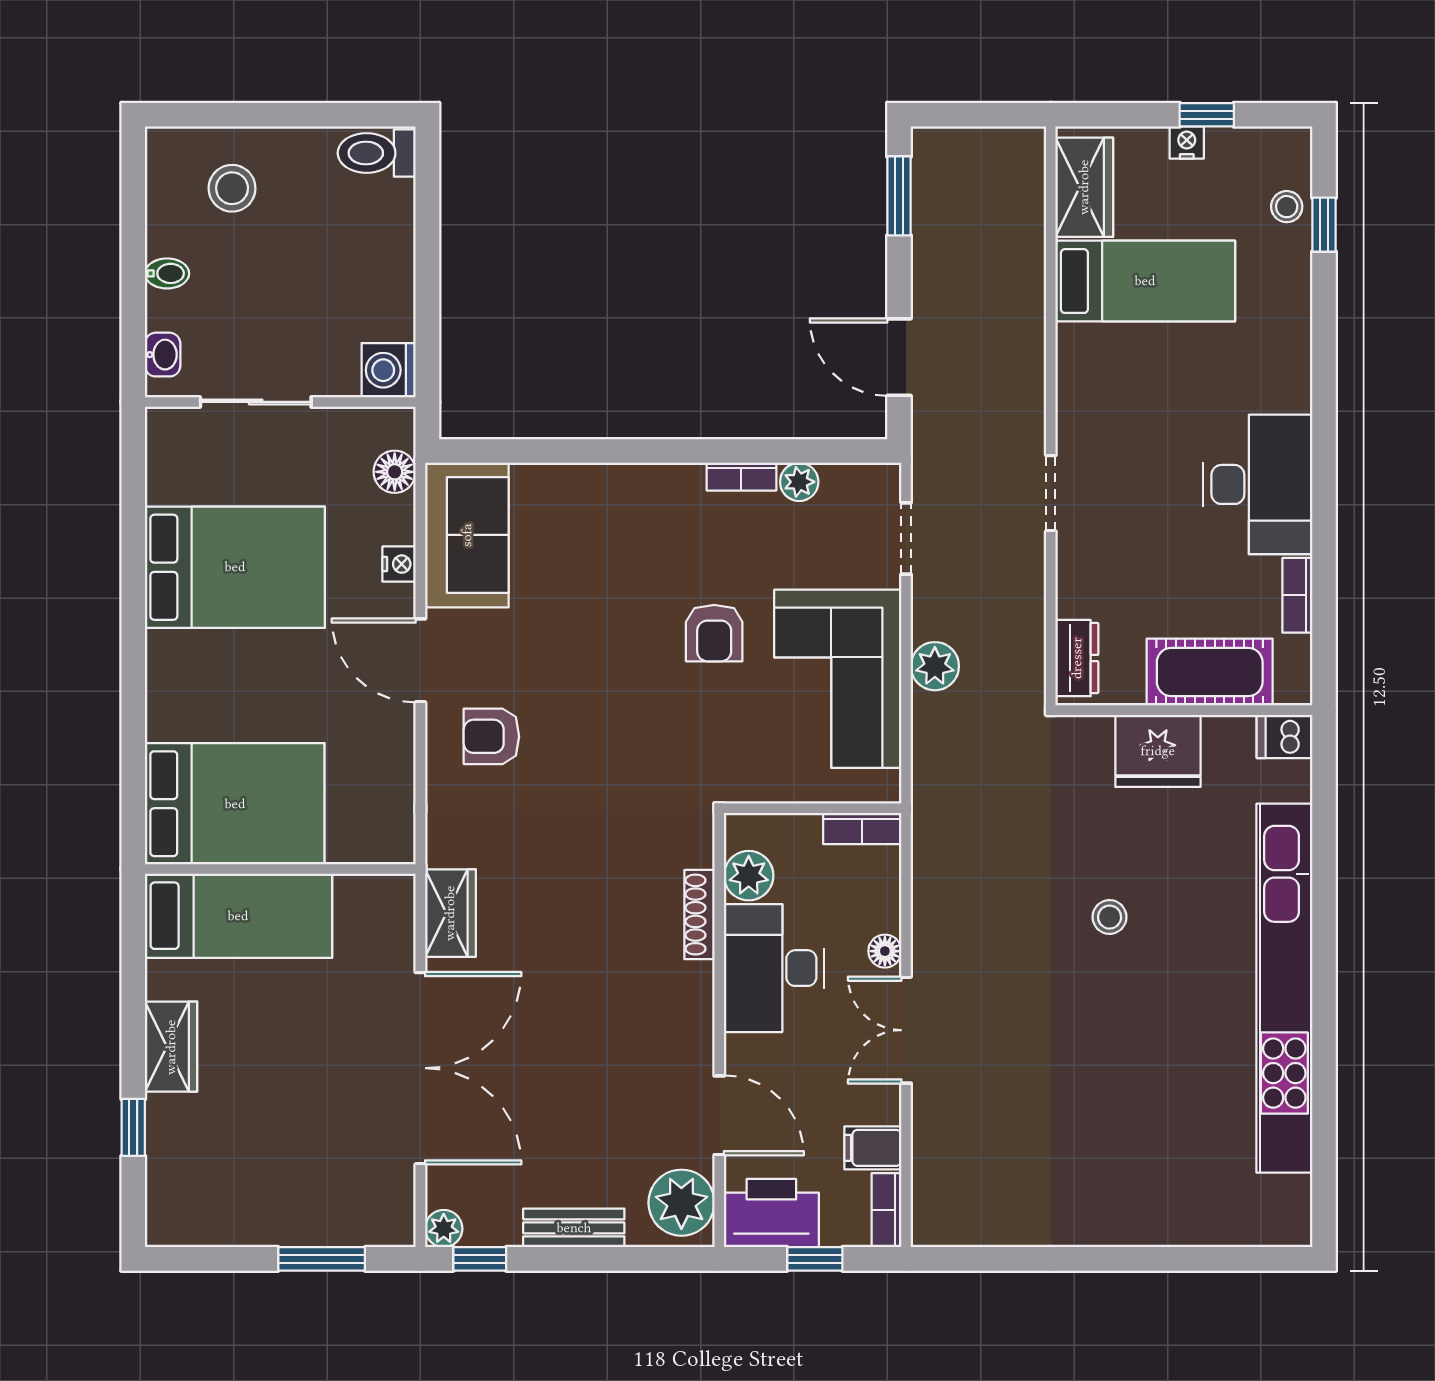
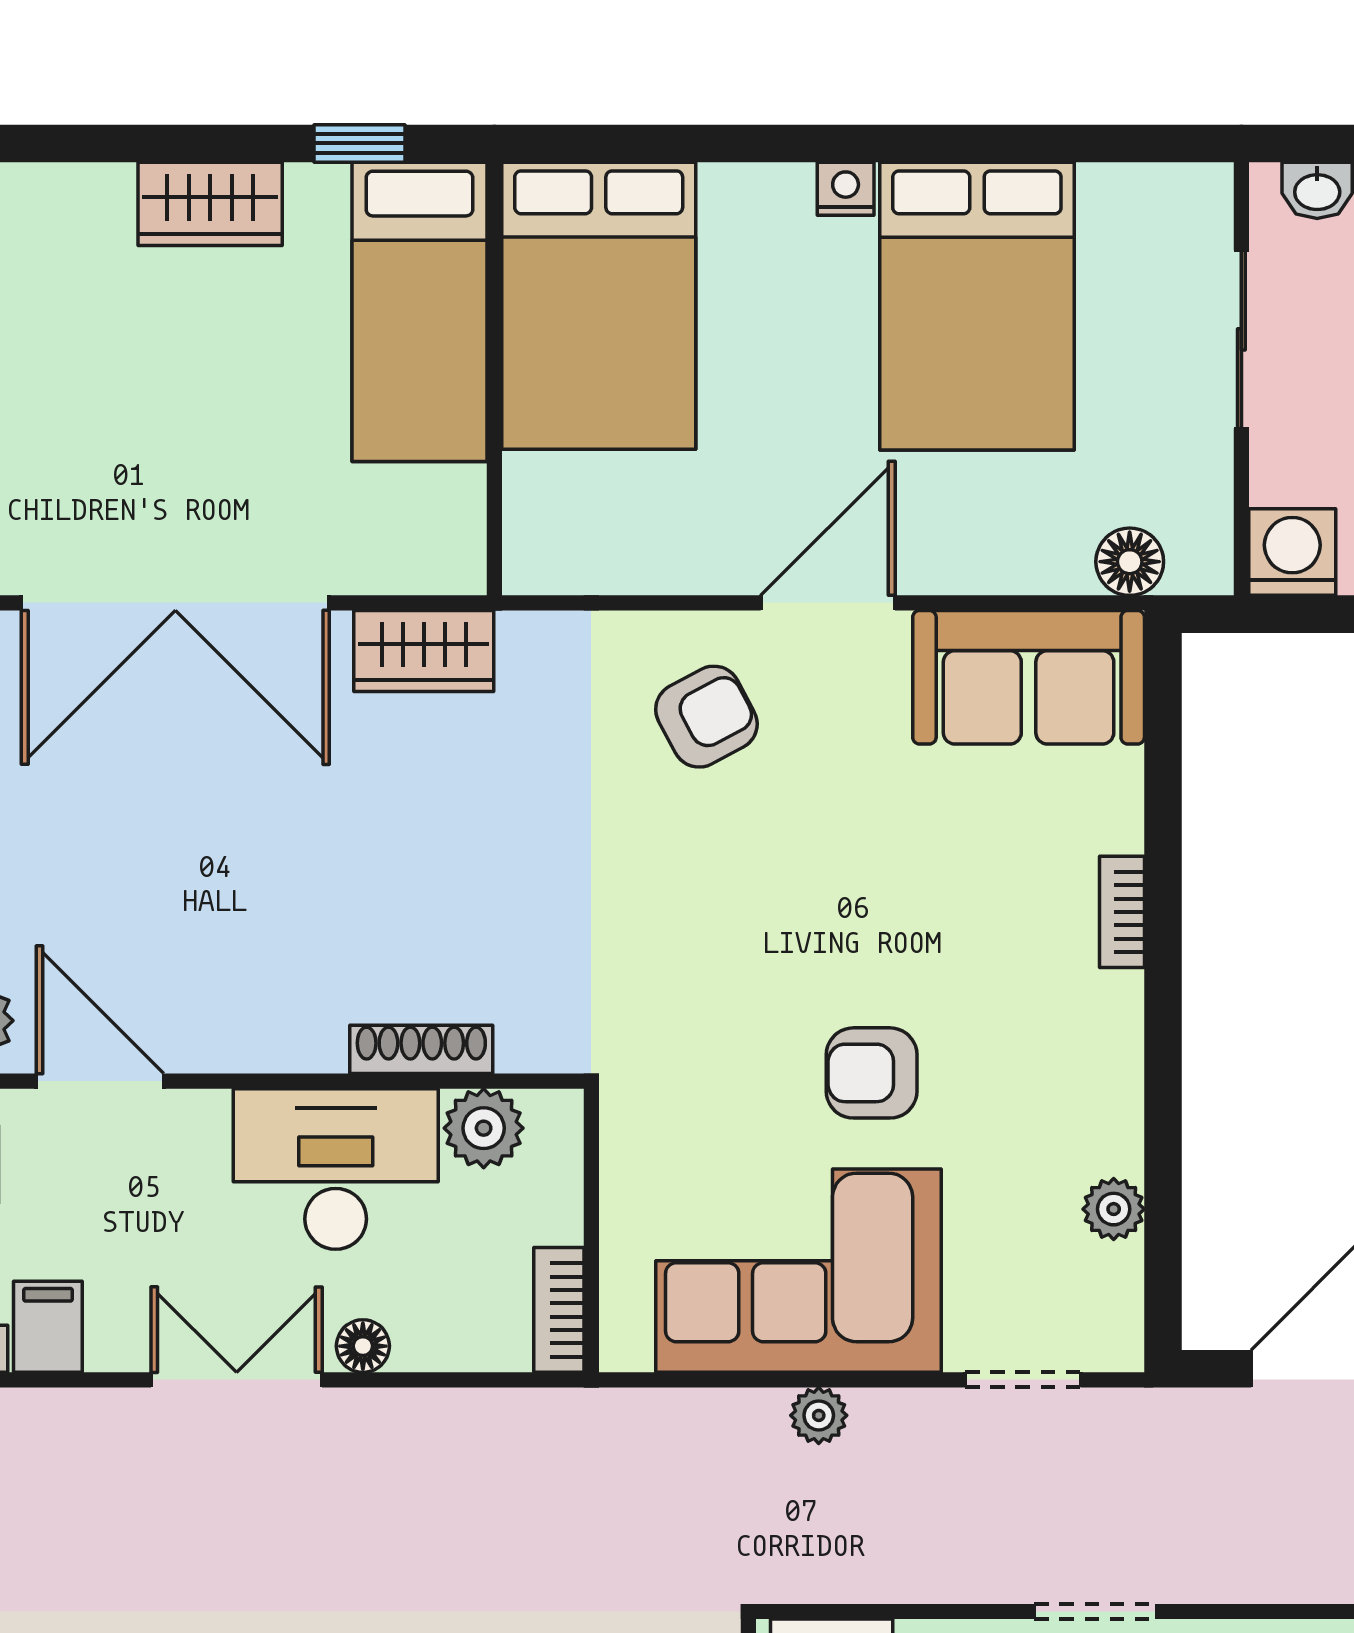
bookcase: (741, 477) -> (1122, 912), moved
nightstand: (399, 564) -> (846, 189), moved, turned 180
plant: (935, 666) -> (819, 1415), width x0.73, depth x0.73
armchair: (491, 736) -> (706, 717), turned 62
door: (719, 1115) -> (100, 1081), swing flipped
window: (133, 1127) -> (359, 143), moved

